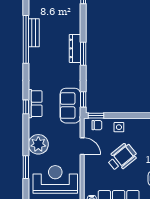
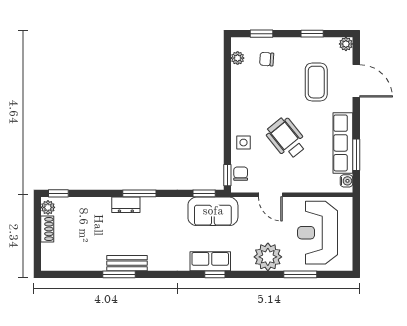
bench: (34, 33) -> (127, 263), moved
window: (26, 39) -> (119, 274), width x0.47
dresser: (75, 48) -> (126, 205), width x0.70
door: (82, 146) -> (270, 195), swing flipped

